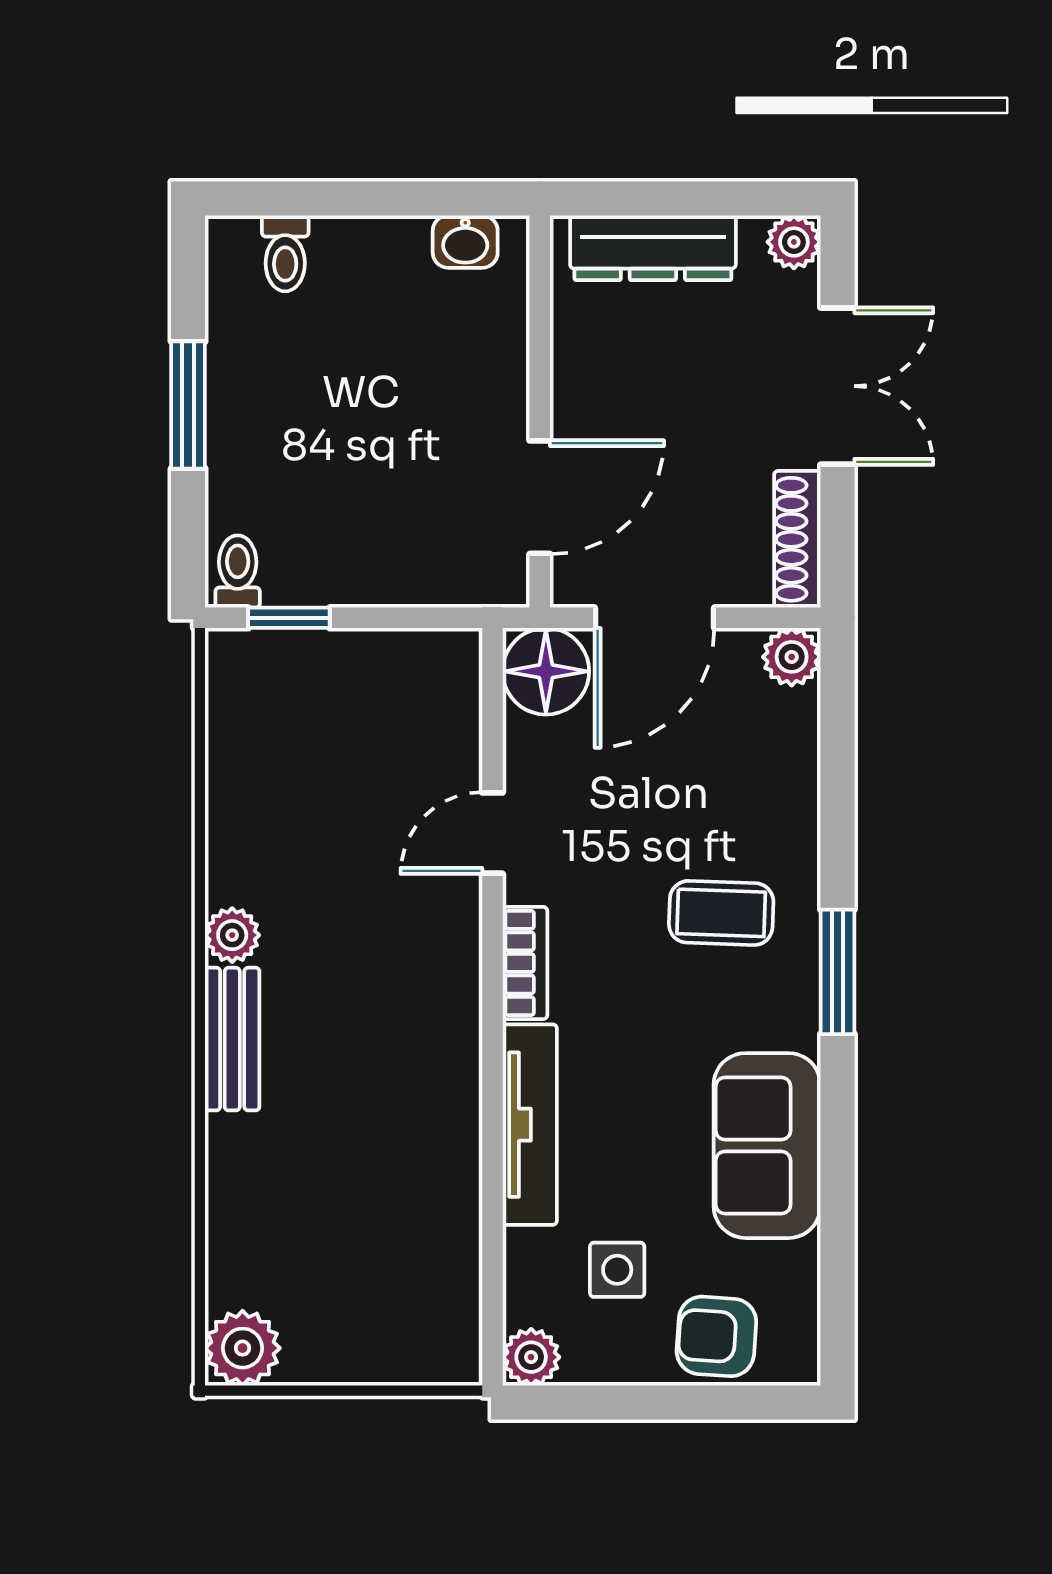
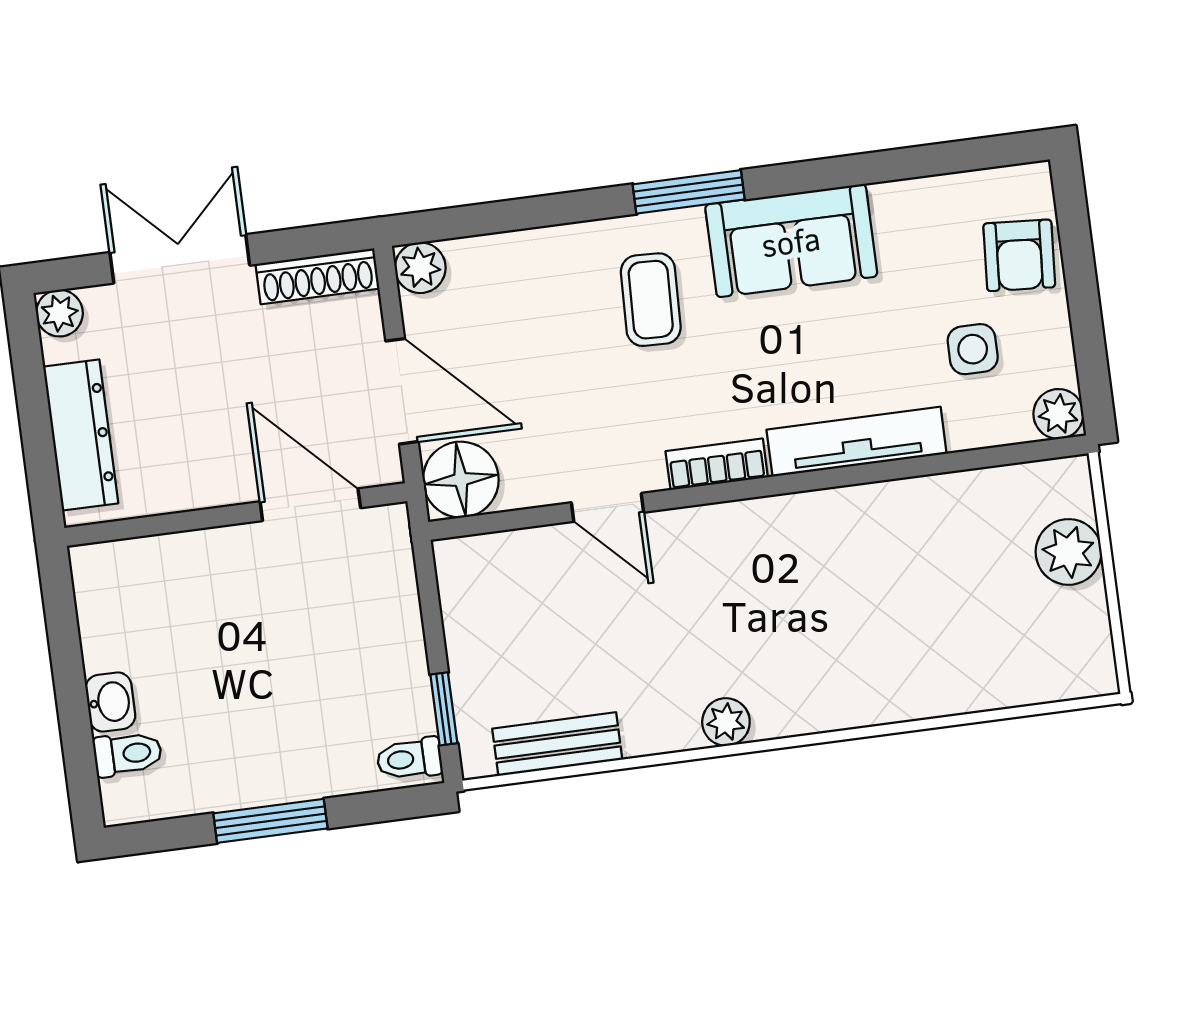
washbasin: (465, 242) -> (110, 702), moved
bench: (232, 1039) -> (557, 744), moved
sofa: (767, 1146) -> (791, 241), moved
plant: (243, 1348) -> (1069, 552), moved

